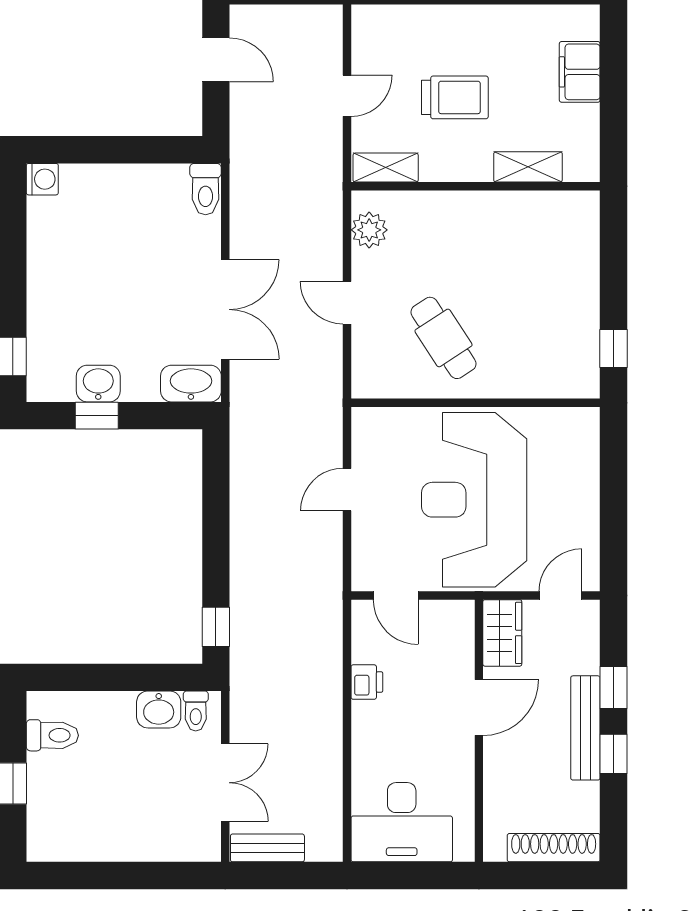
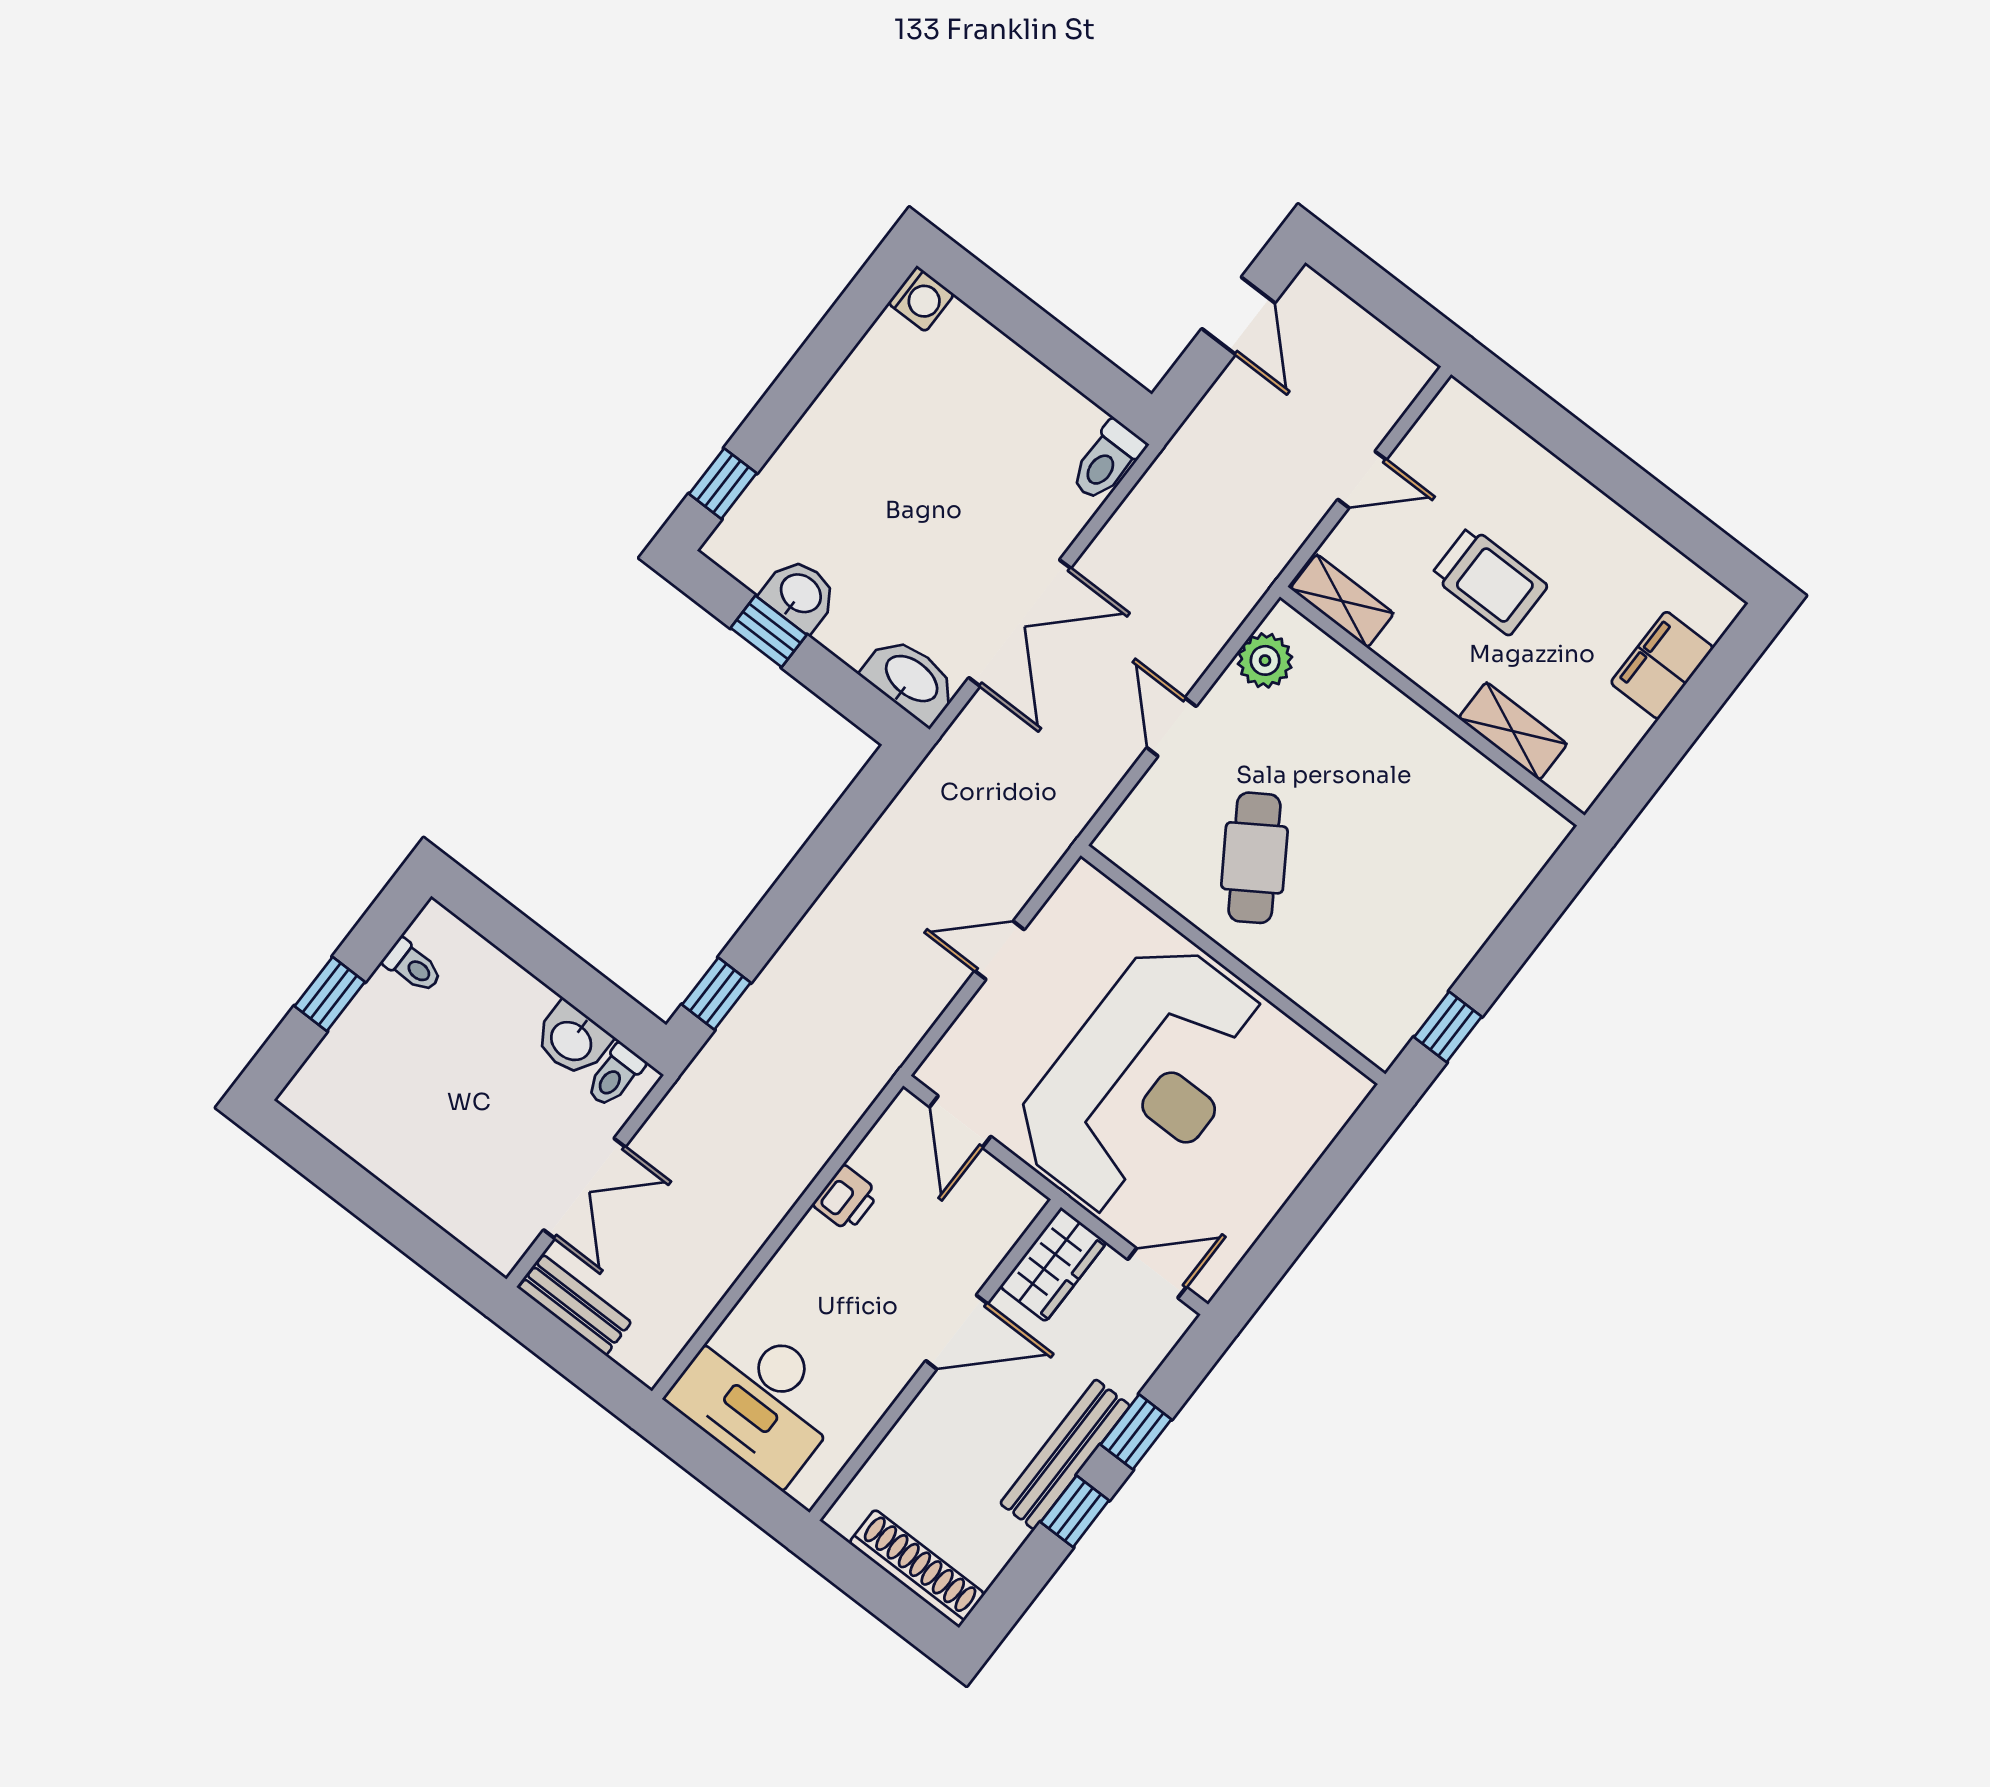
reception desk: (474, 500) -> (1142, 1079), turned 180
toilet: (52, 735) -> (413, 966), width x0.73, depth x0.72

